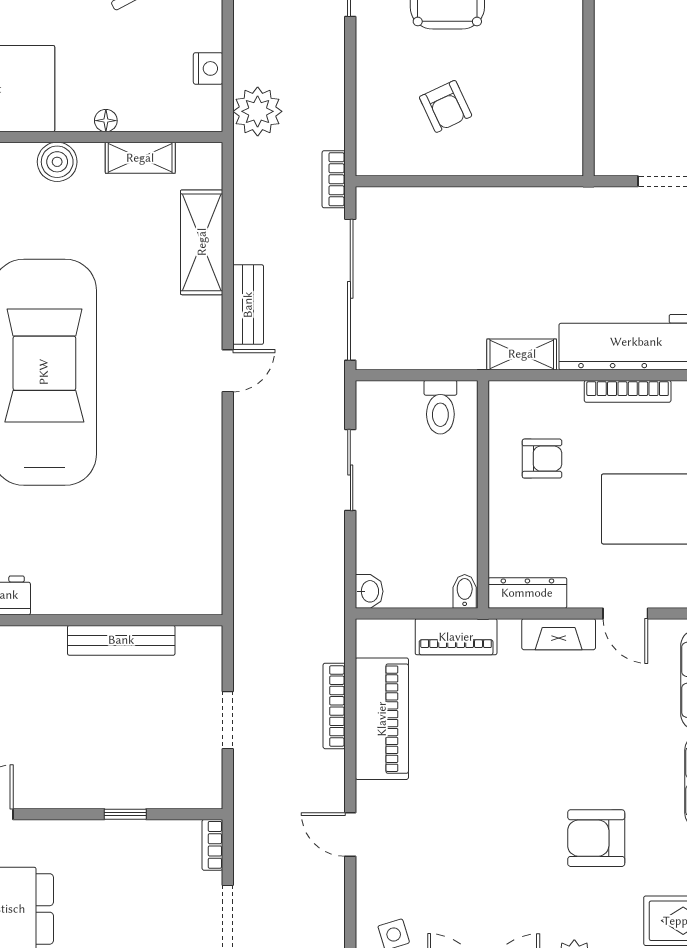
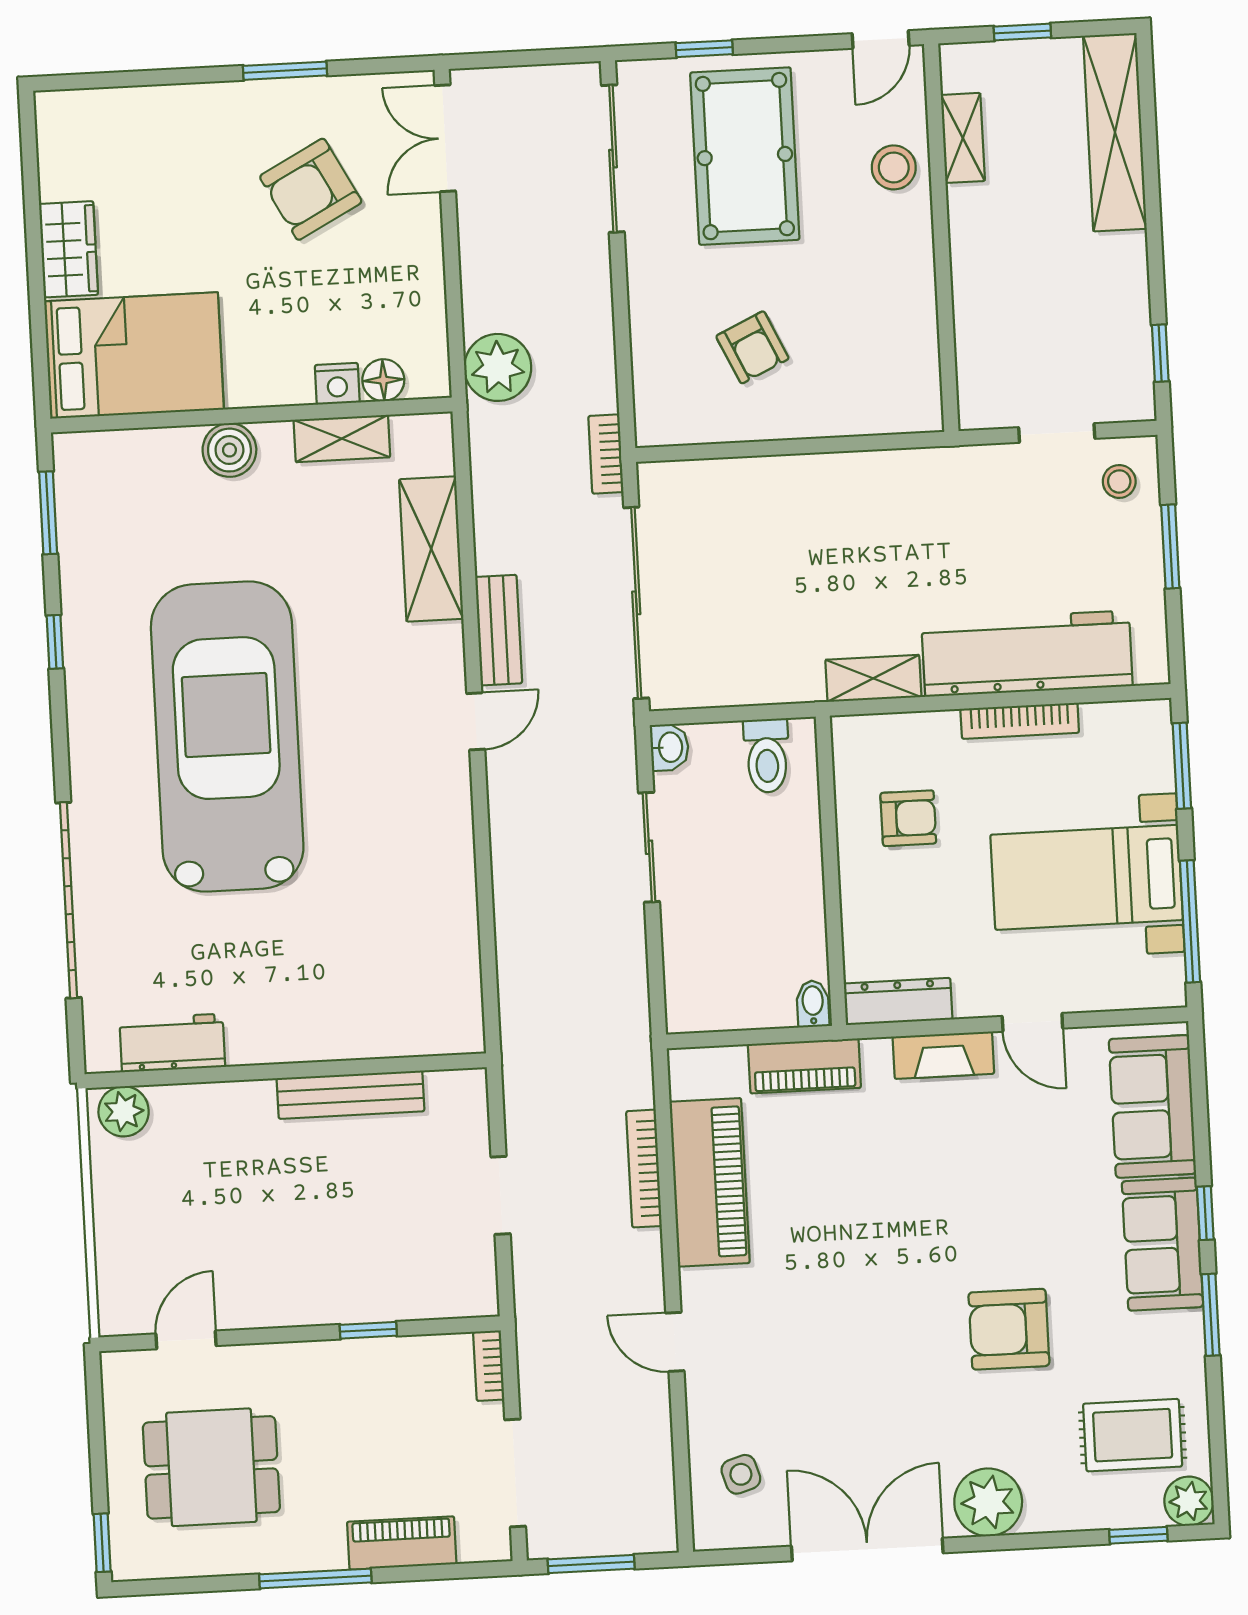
nightstand: (208, 68) -> (337, 384), moved, turned 90
floor lamp: (106, 121) -> (383, 380), moved, width x1.37, depth x1.37
washbasin: (369, 591) -> (669, 747), moved

